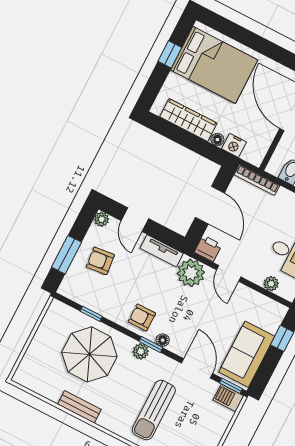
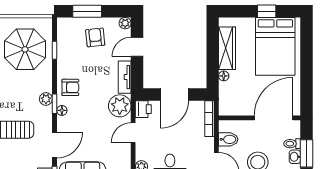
nightstand: (234, 145) -> (226, 90), removed
armchair: (142, 317) -> (70, 87), turned 90
parasol: (89, 354) -> (25, 49), moved

